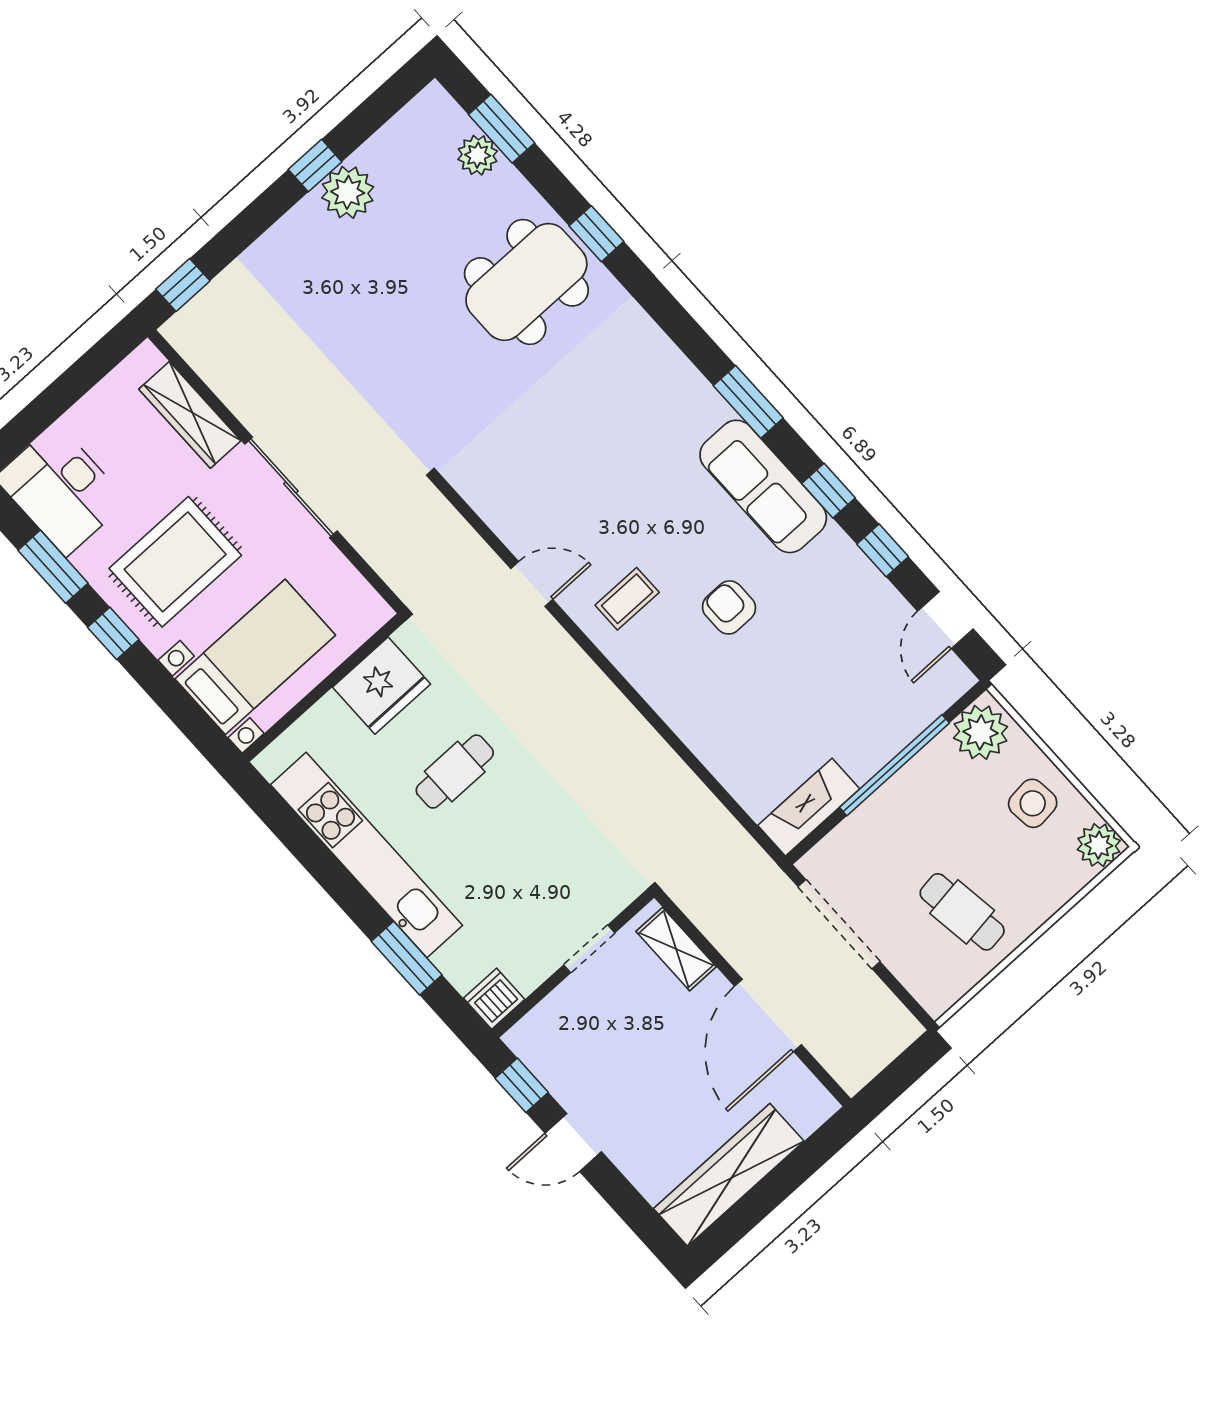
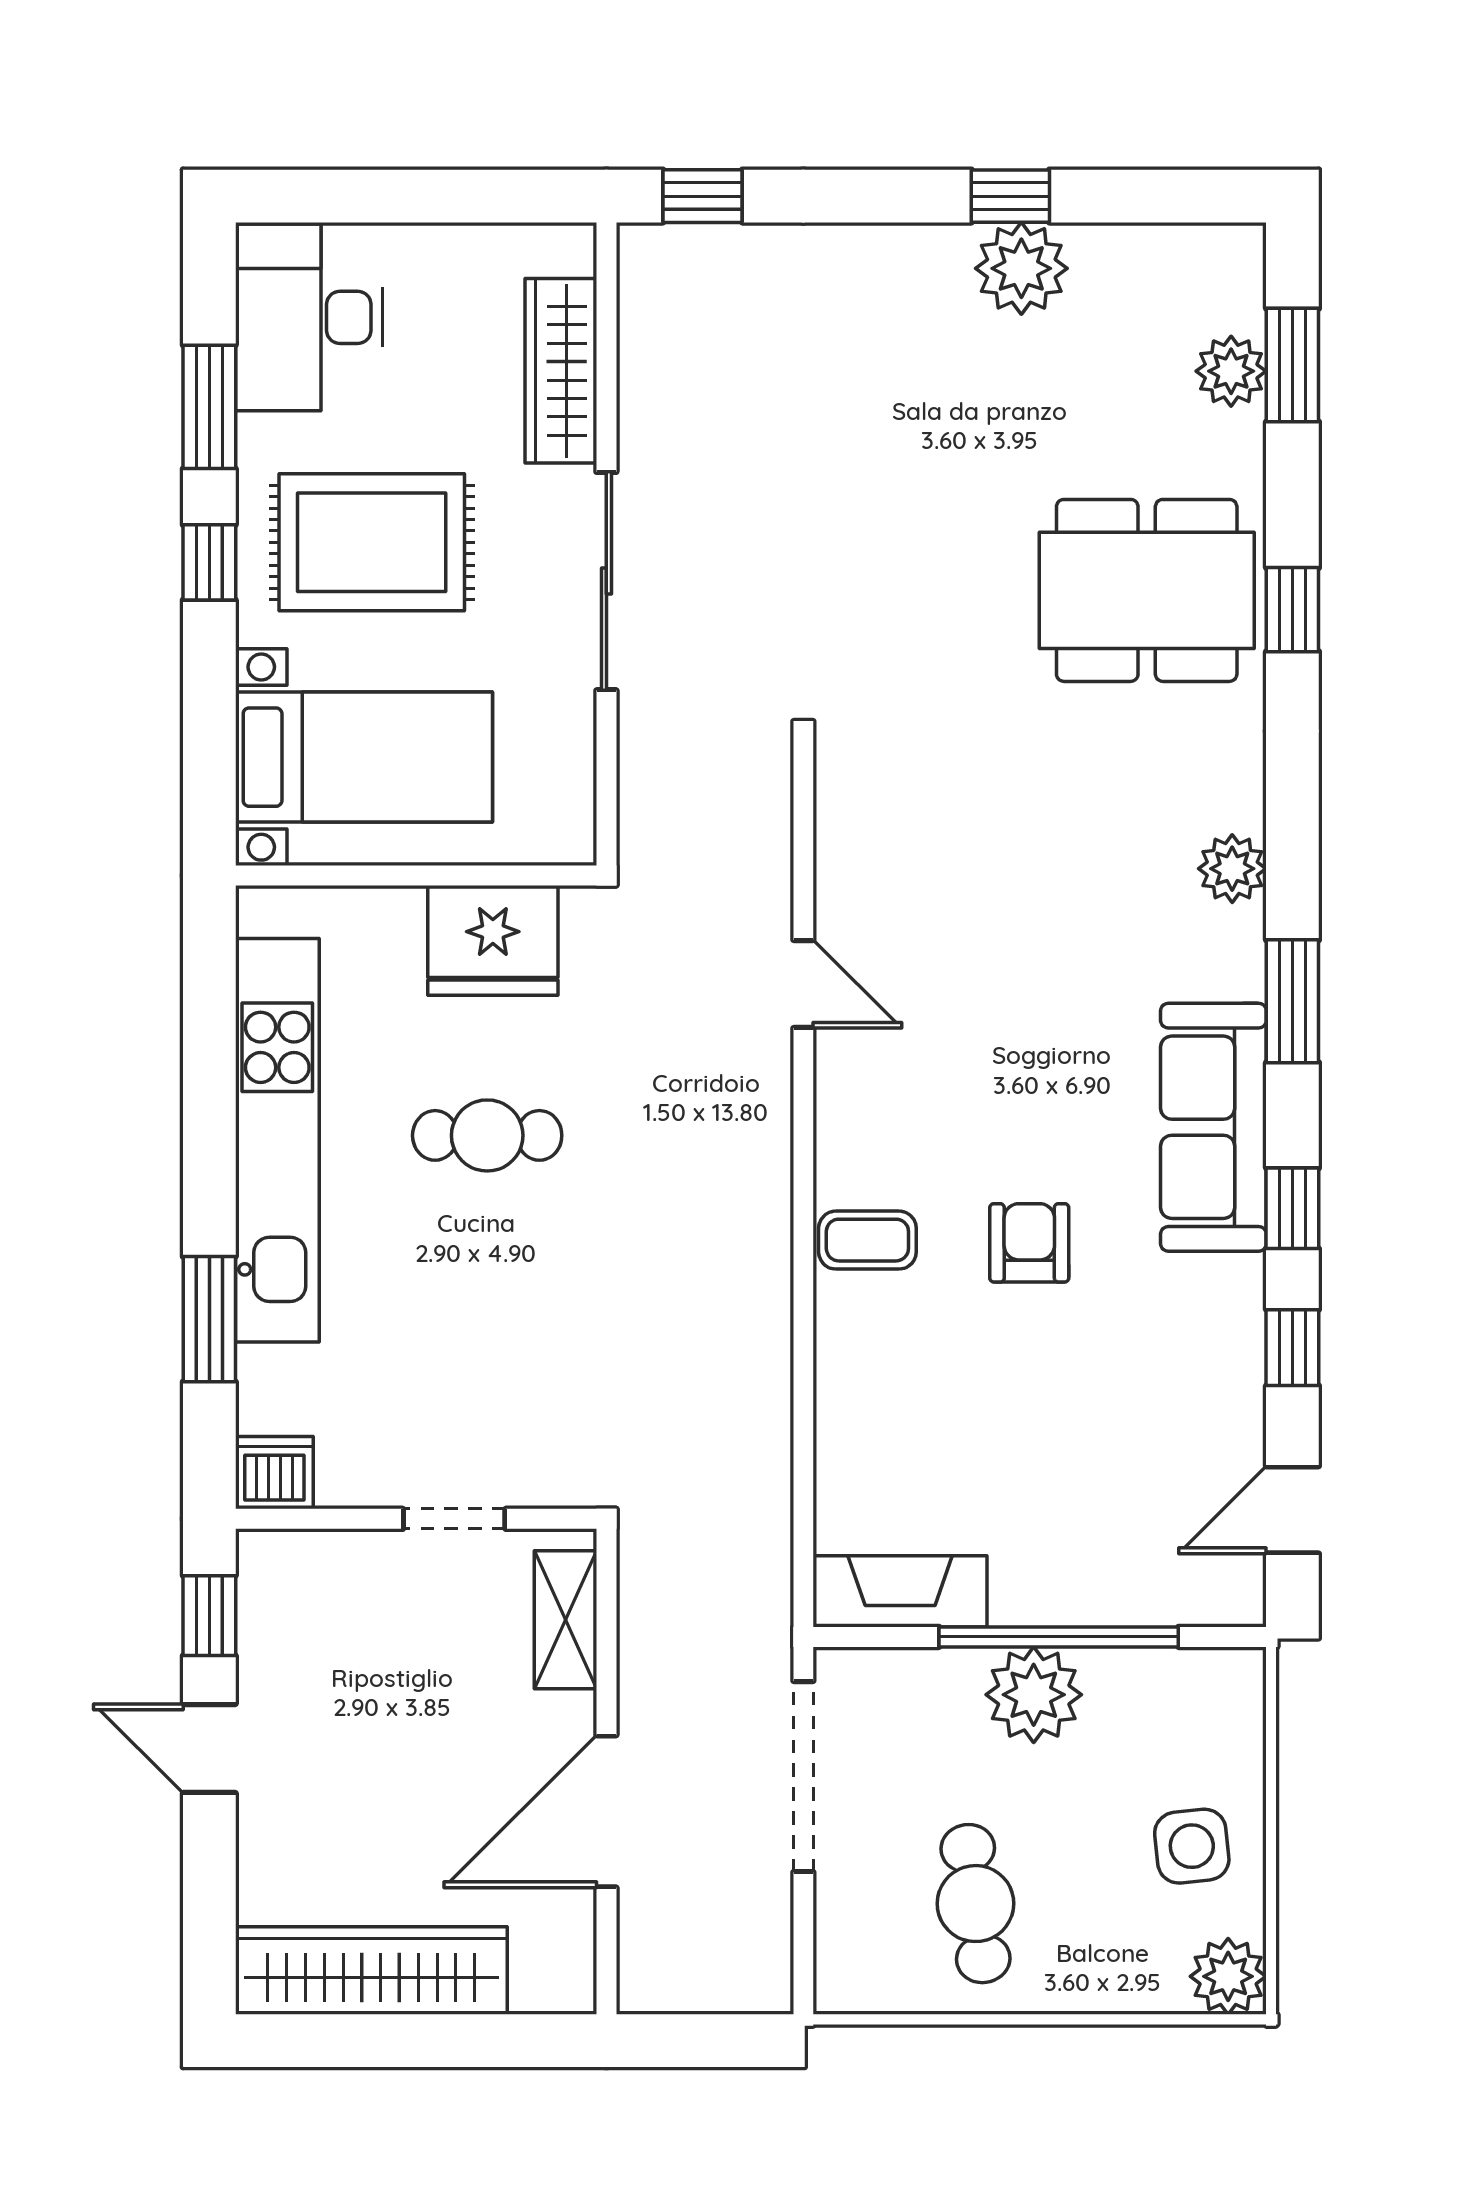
plant: (671, 368) -> (1232, 869), added
coffee table: (627, 599) -> (867, 1240), moved
plant: (981, 732) -> (1034, 1695), moved

